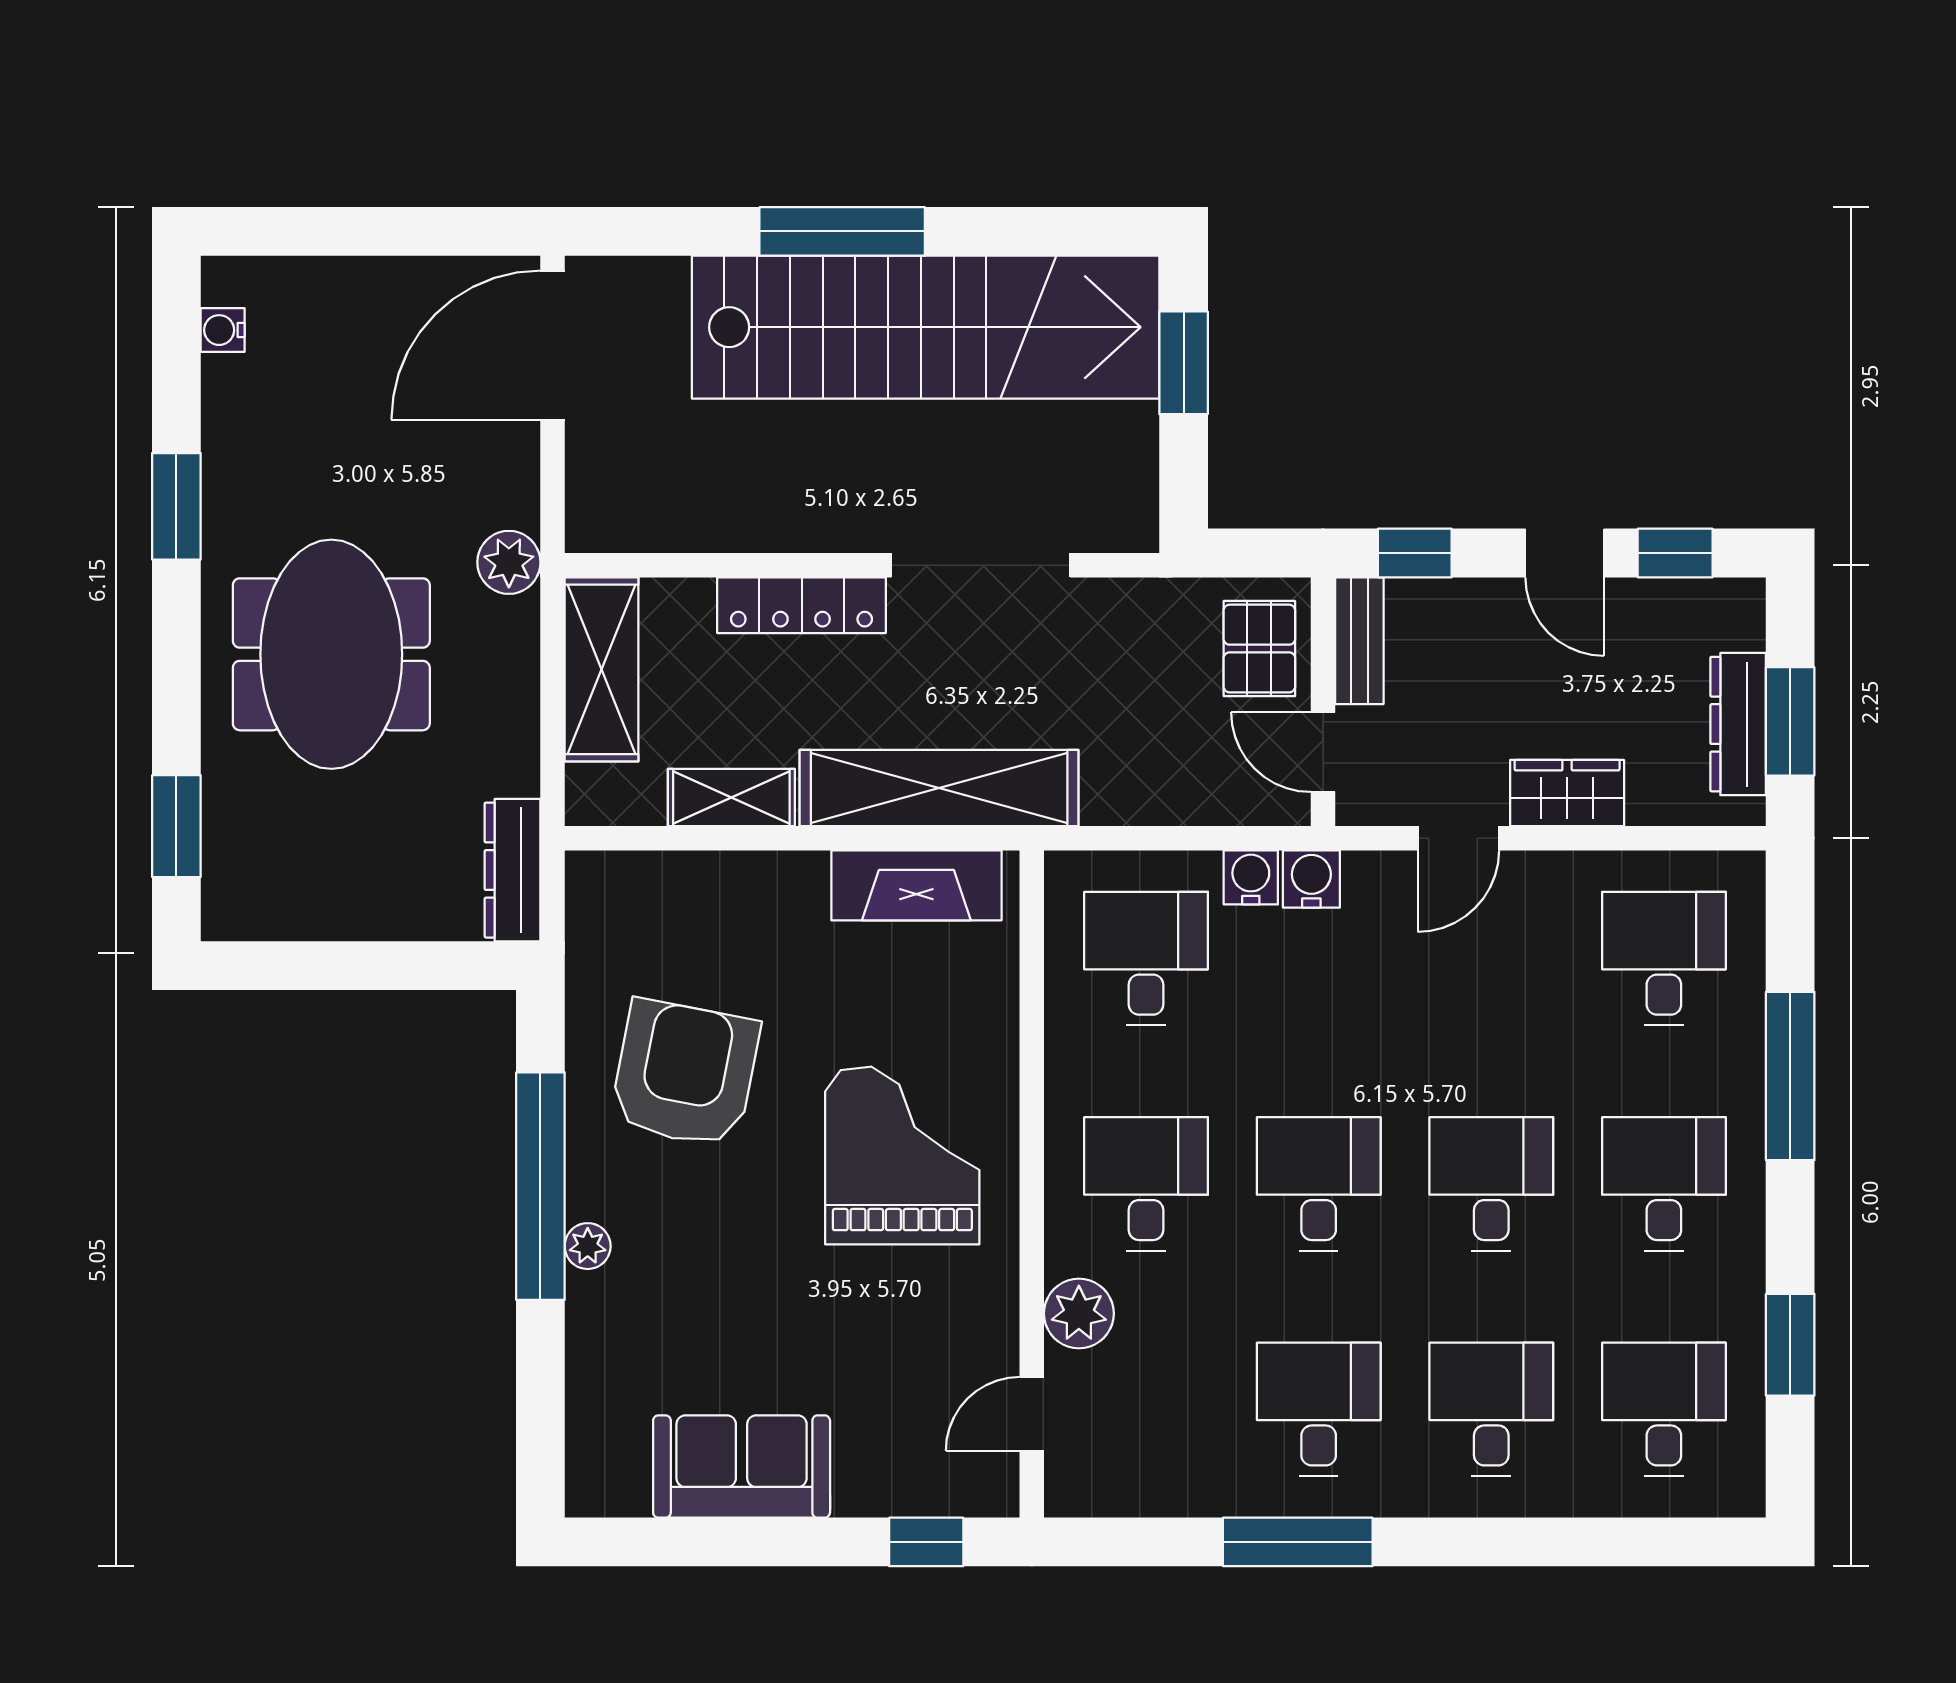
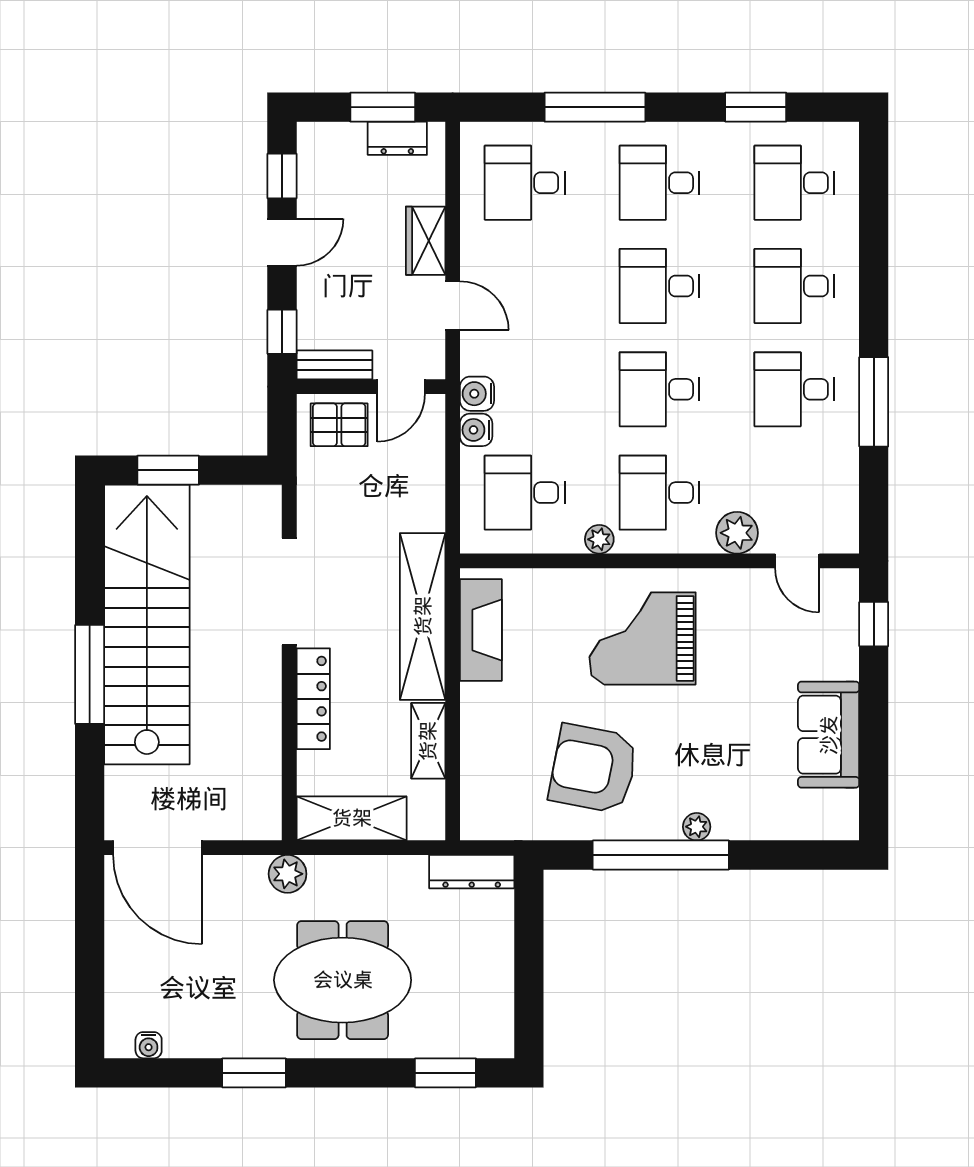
dresser: (1738, 724) -> (397, 138), width x0.70
plant: (1068, 1083) -> (599, 539), added

